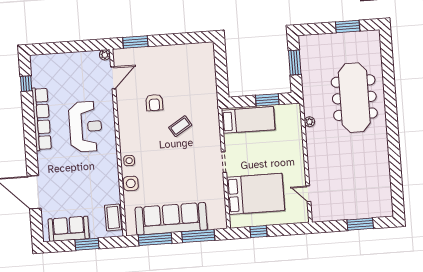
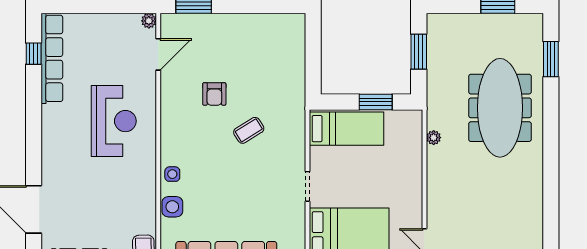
window: (387, 61) -> (551, 59), added
row of seats: (42, 119) -> (52, 58), moved

